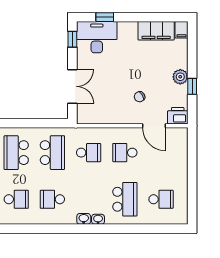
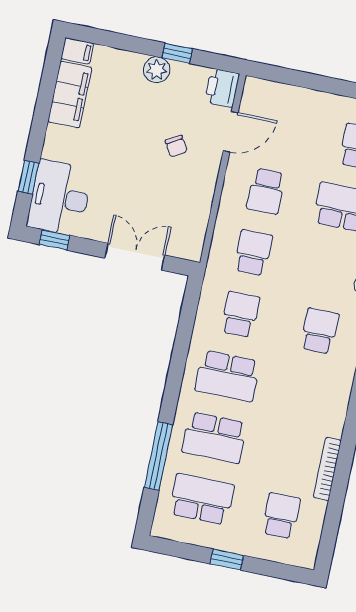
school desk: (52, 153) -> (240, 314), width x0.54
school desk: (16, 199) -> (307, 393), removed
school desk: (52, 199) -> (320, 331), turned 180

